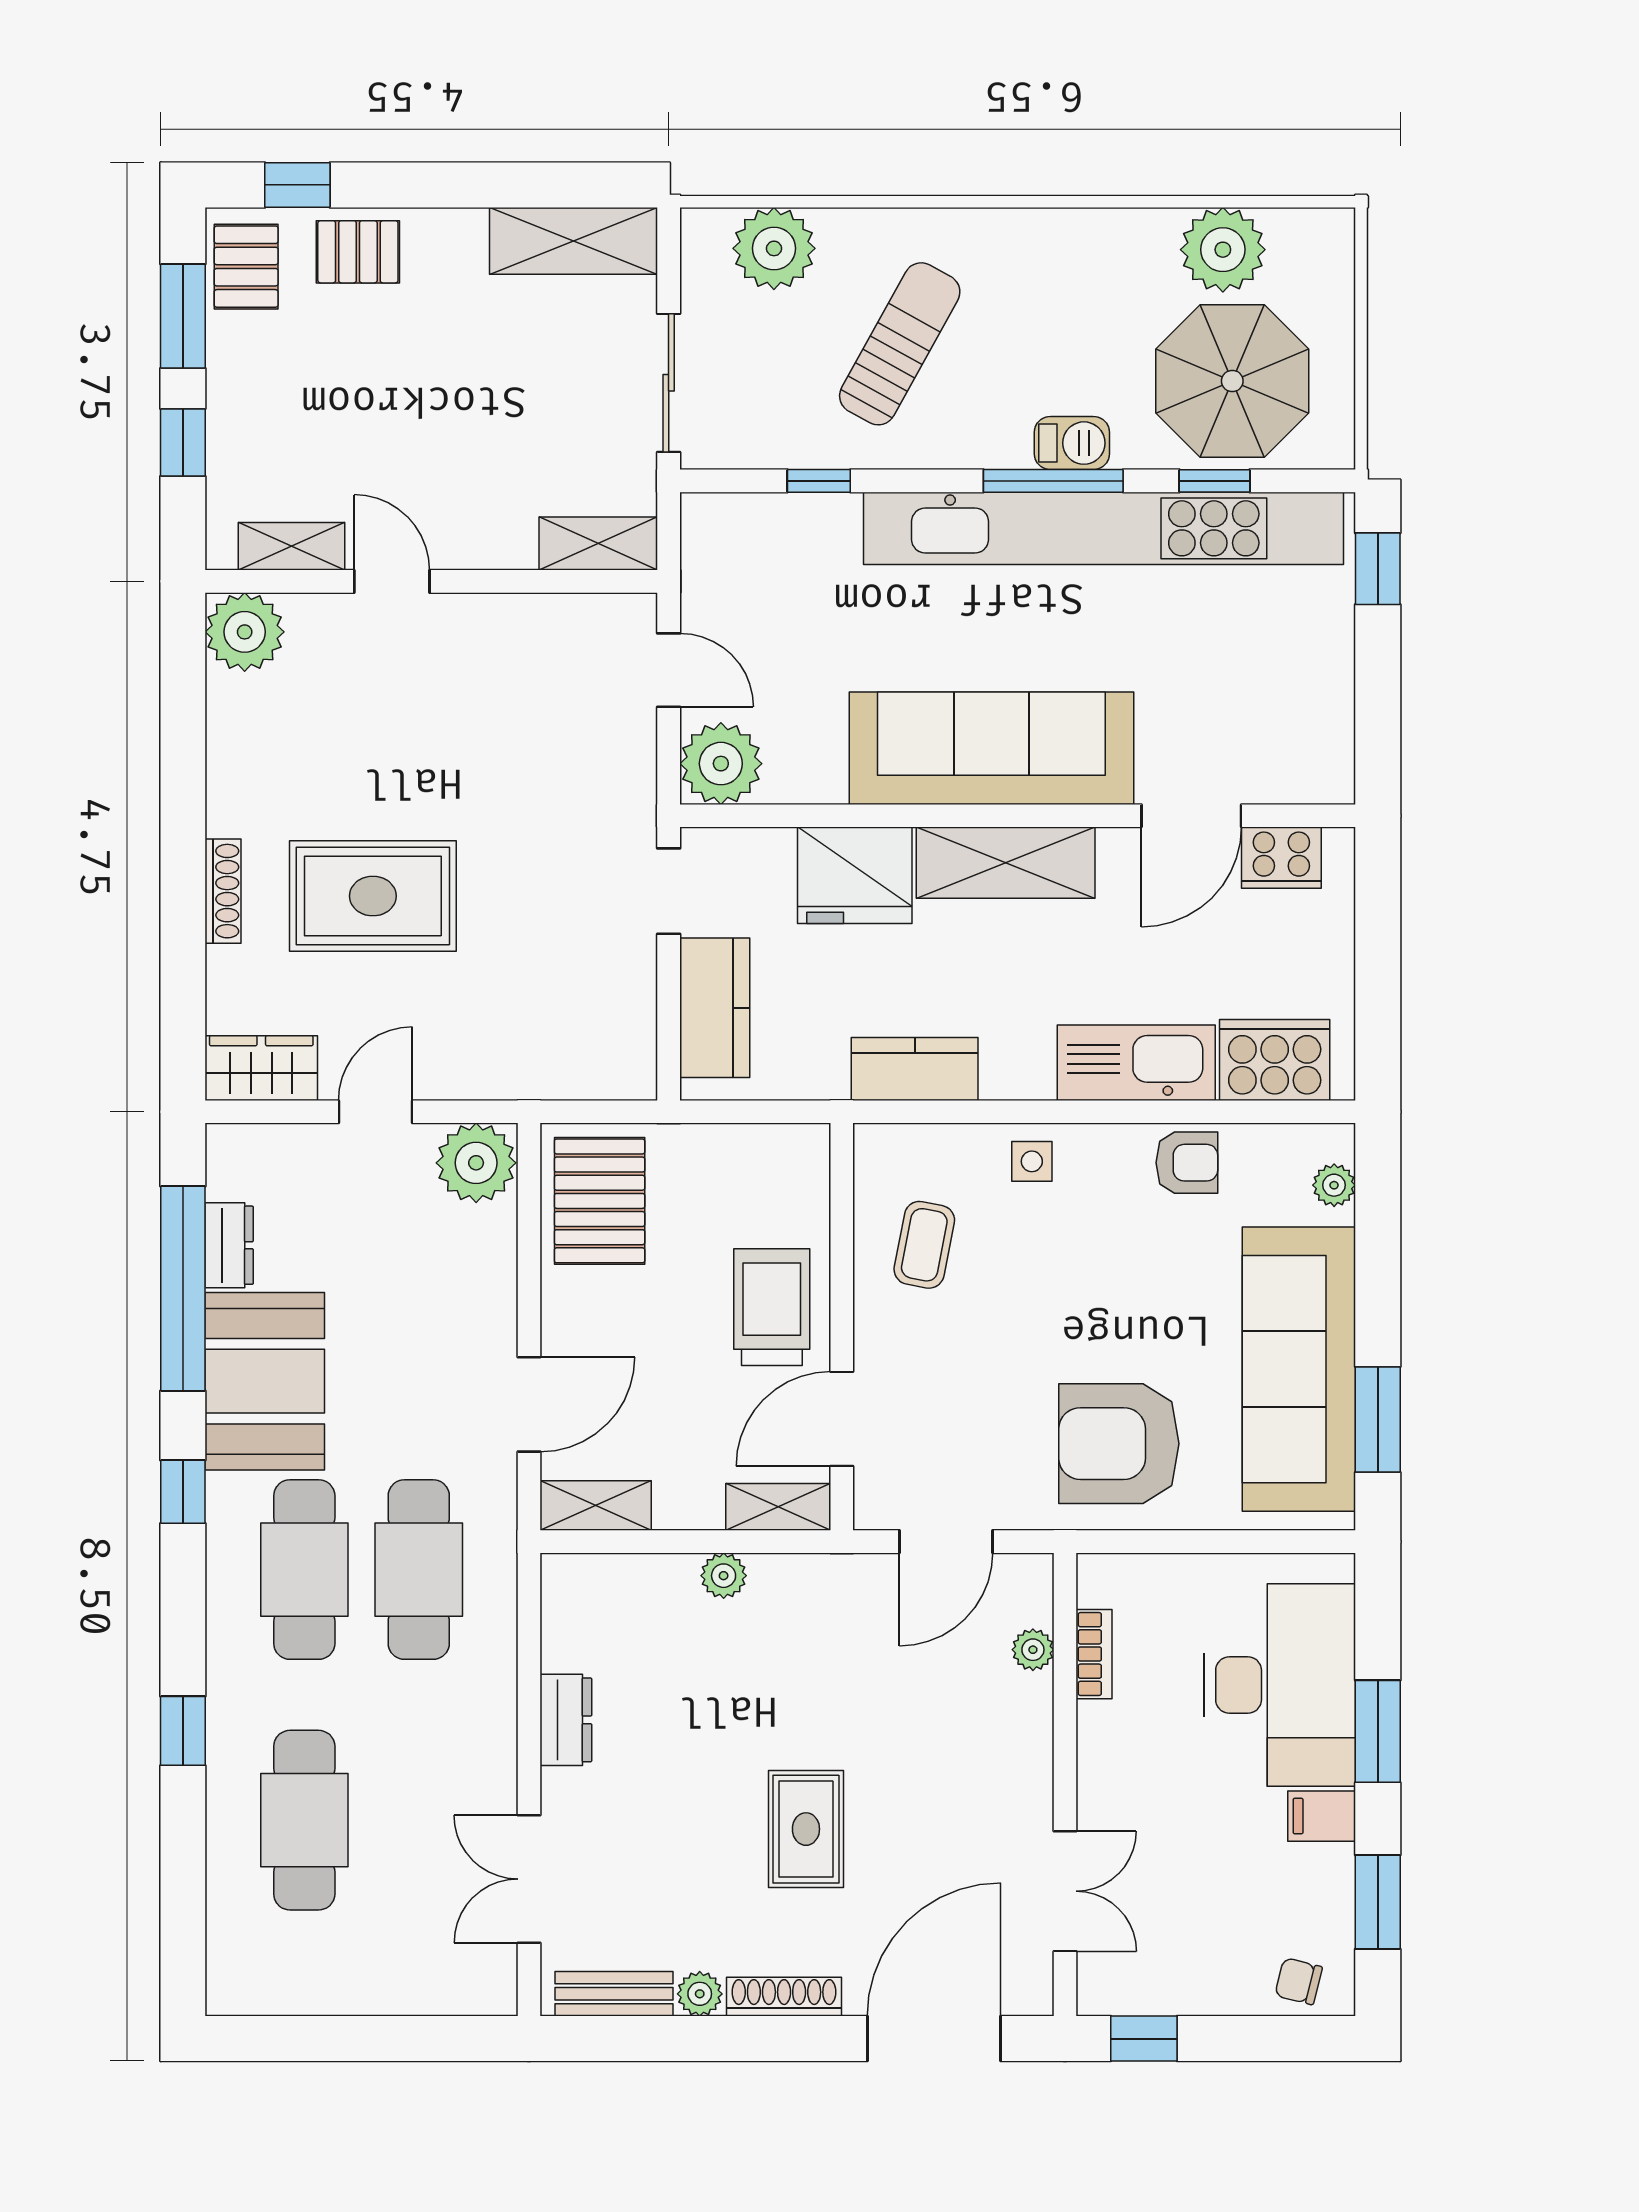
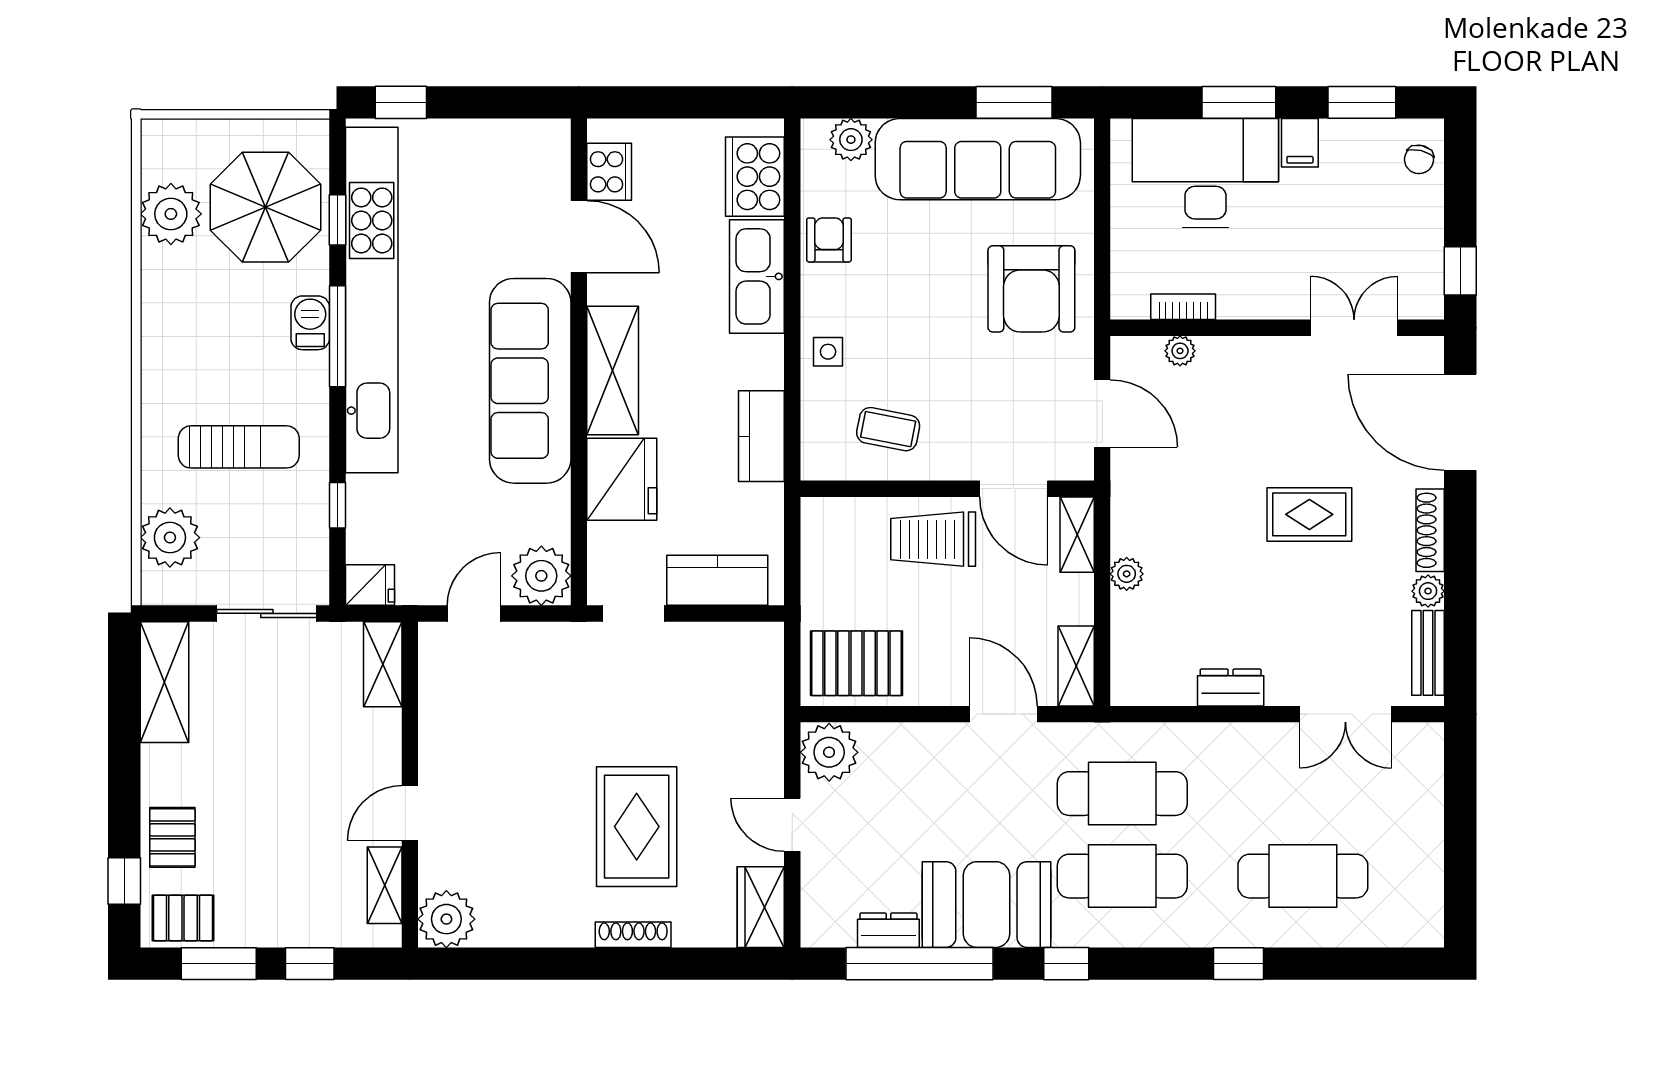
sun lounger: (900, 344) -> (239, 447), turned 151
fridge: (708, 526) -> (370, 585), added
plant: (1334, 1185) -> (851, 140), width x1.38, depth x1.38

